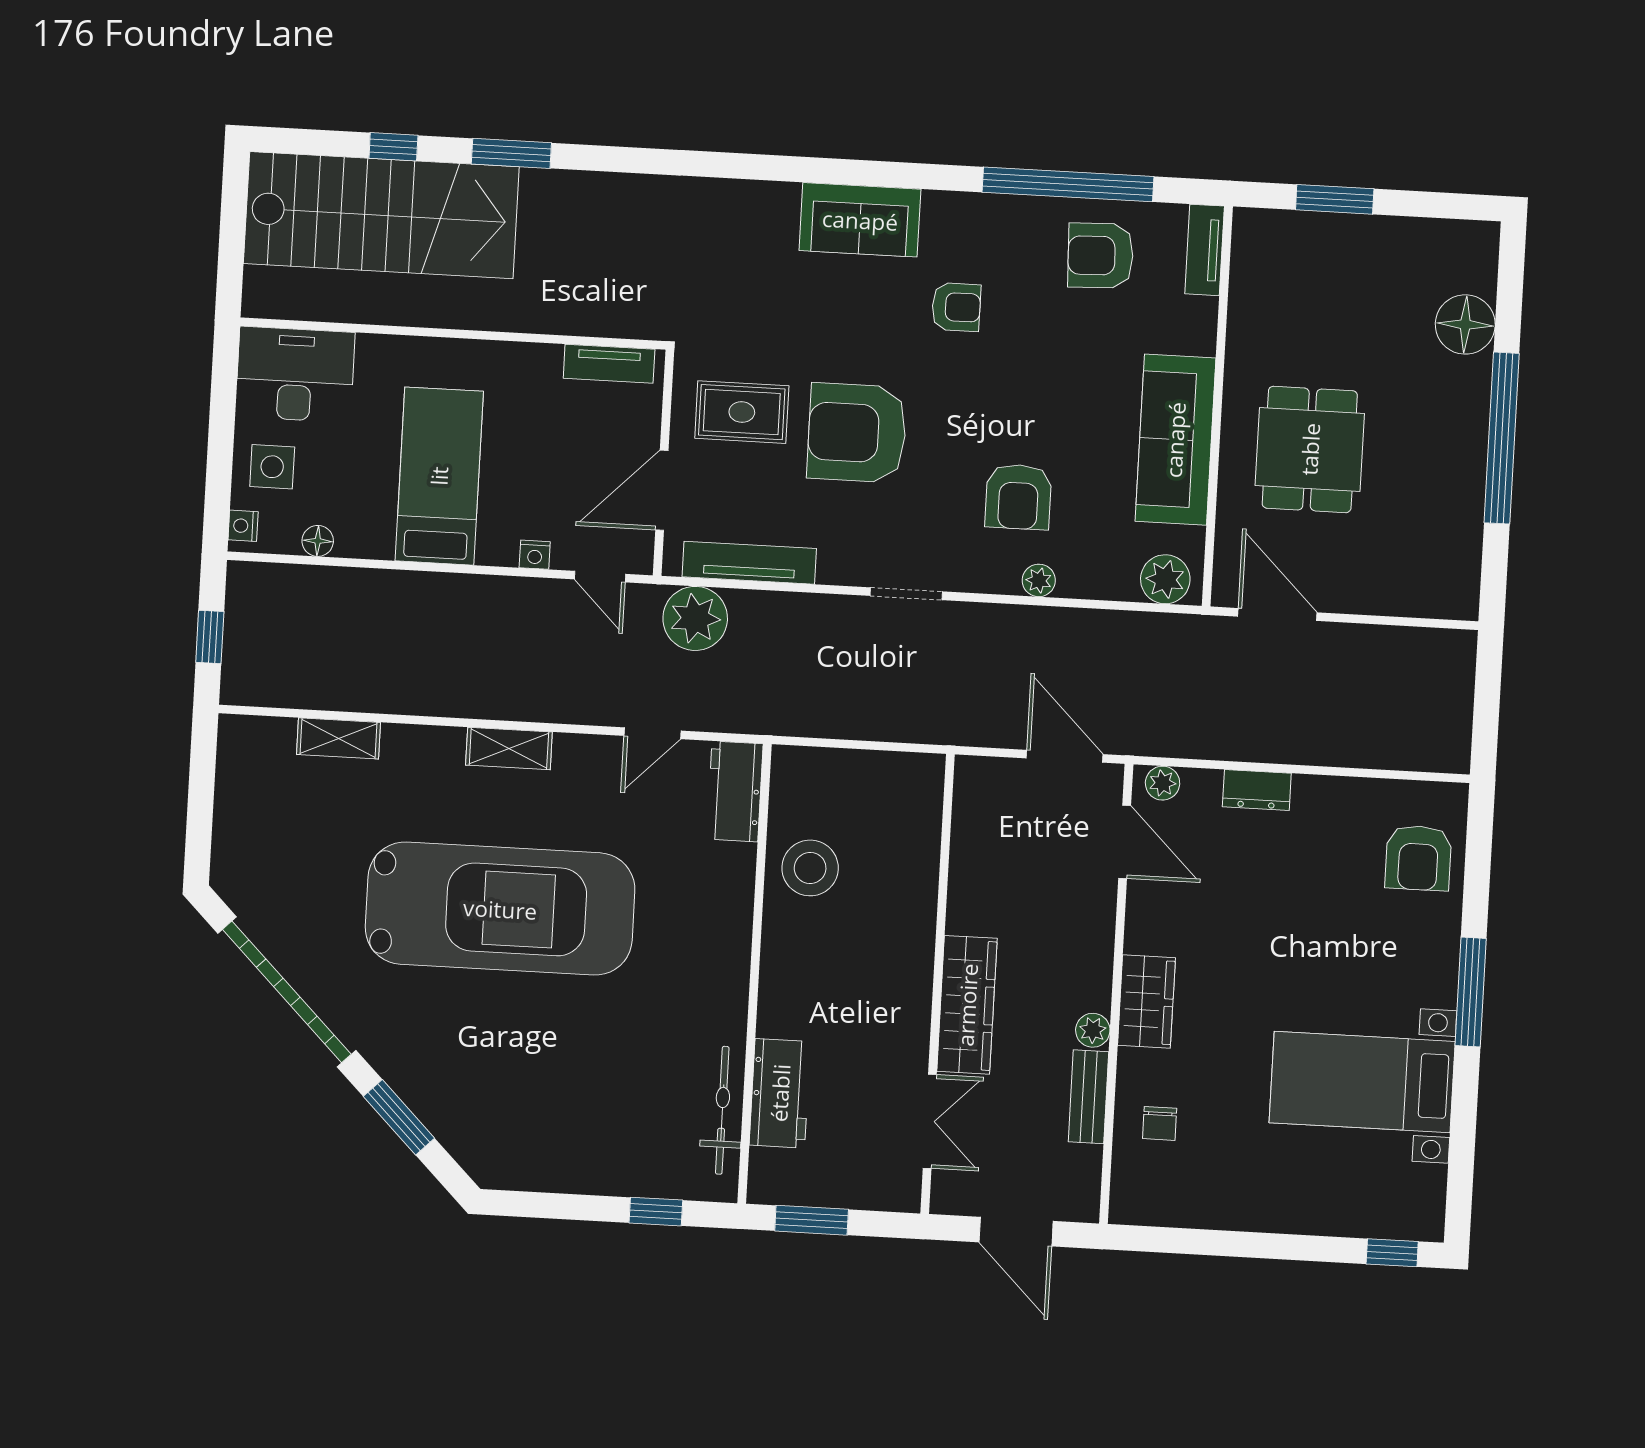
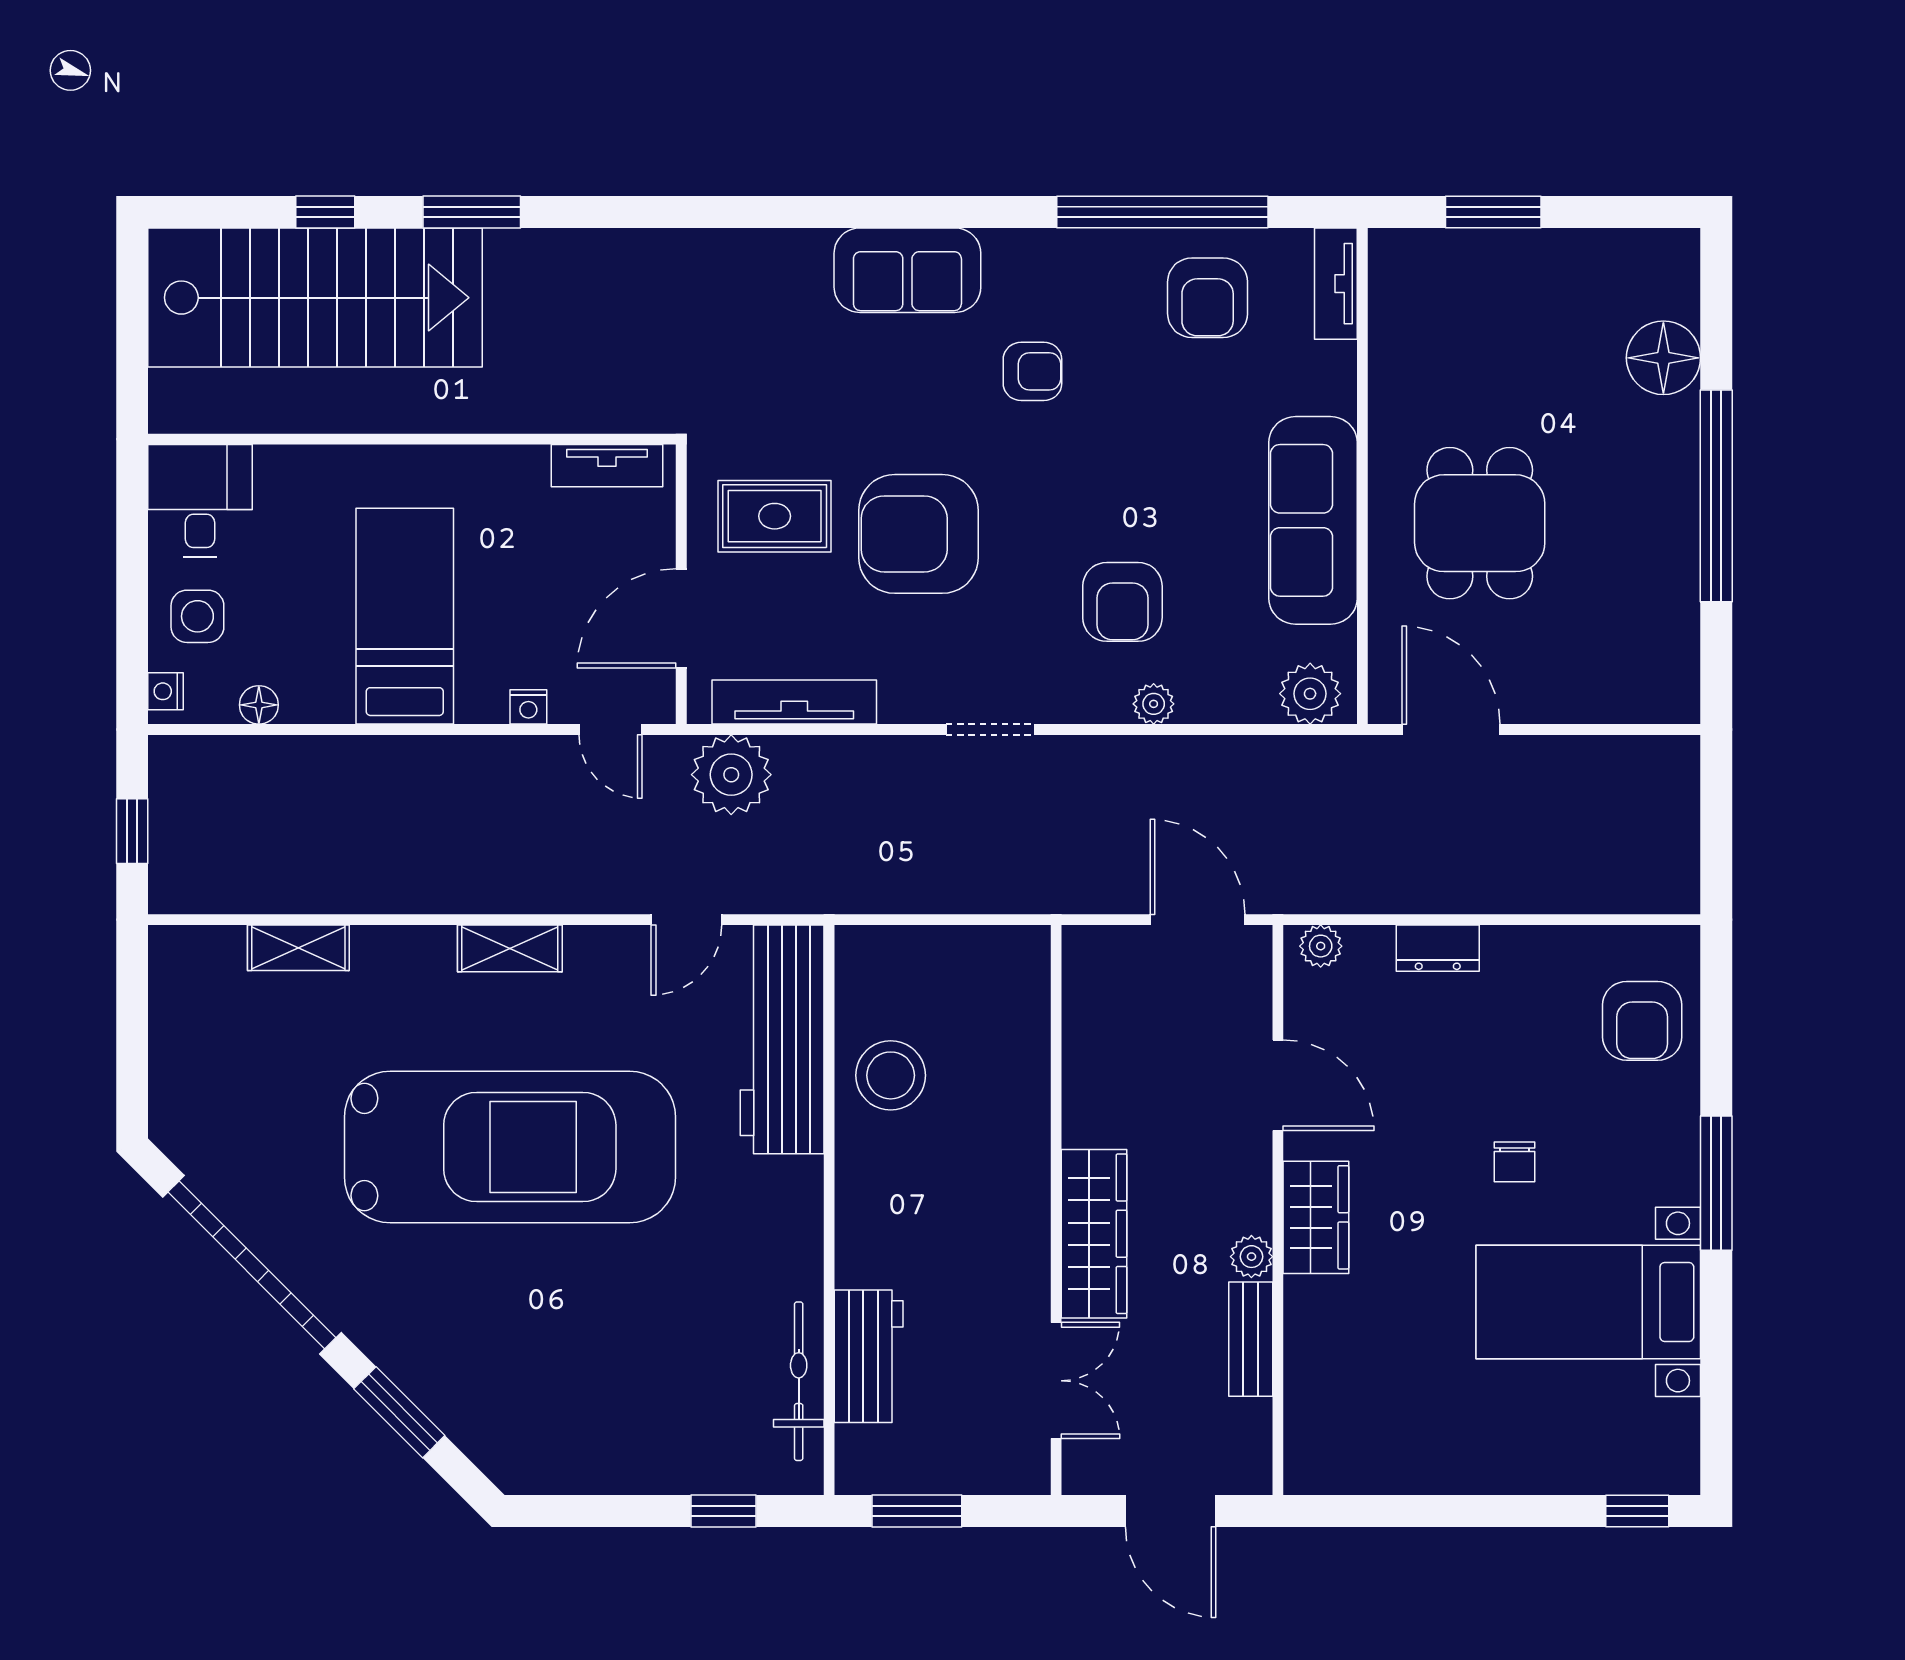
armchair: (1101, 256) -> (1208, 298), turned -88
desk: (295, 374) -> (200, 501), width x0.73
workbench: (735, 791) -> (782, 1039), width x1.88, depth x1.32
door: (1125, 842) -> (1278, 1085), moved
chair: (1160, 1123) -> (1515, 1162), moved

